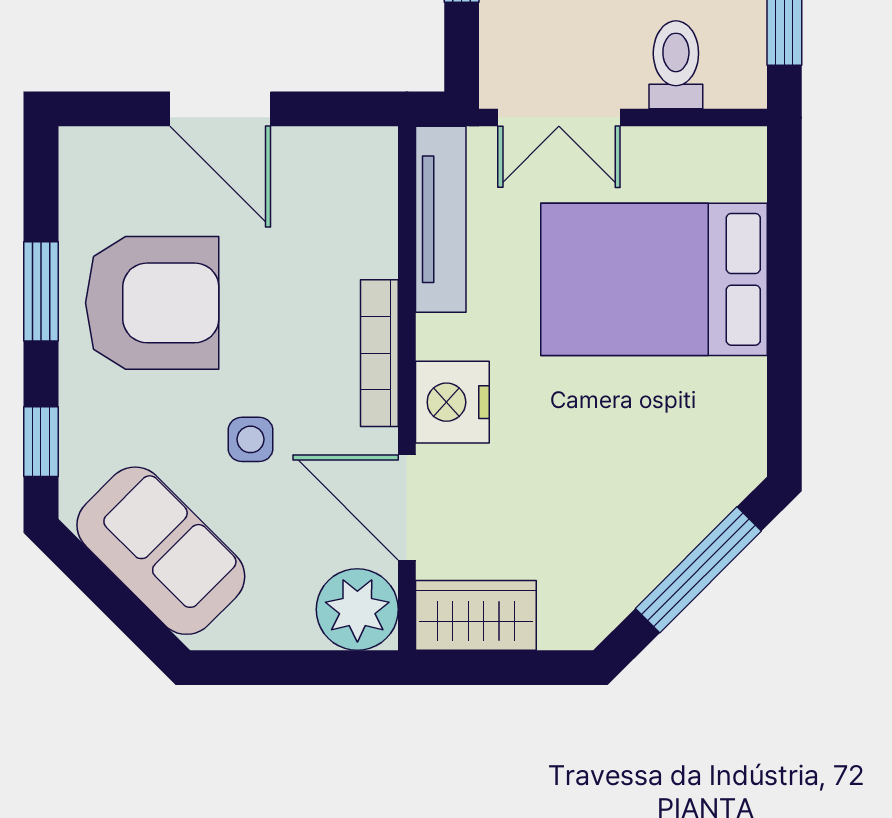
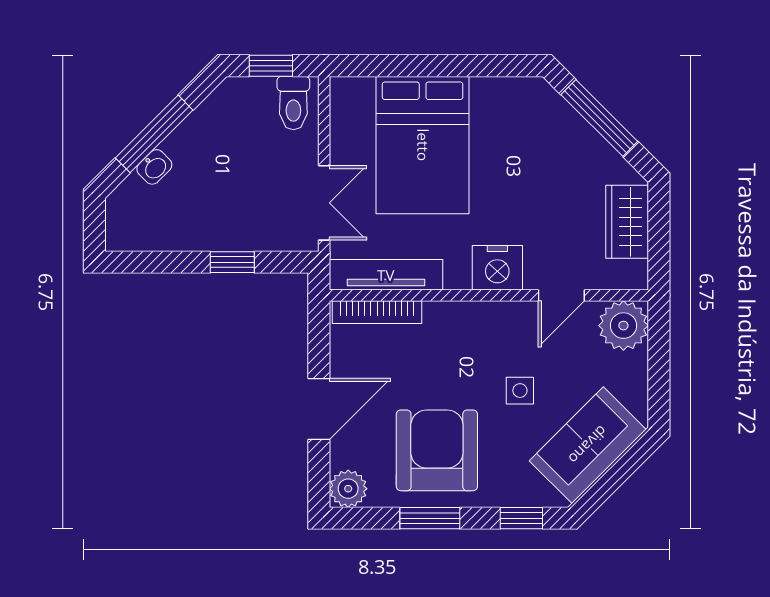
toilet: (676, 65) -> (293, 103), moved, turned -90
plant: (89, 157) -> (348, 489), added
bookcase: (379, 353) -> (377, 312), moved
door: (407, 507) -> (561, 295), width x0.73
wardrobe: (476, 615) -> (627, 222), moved

